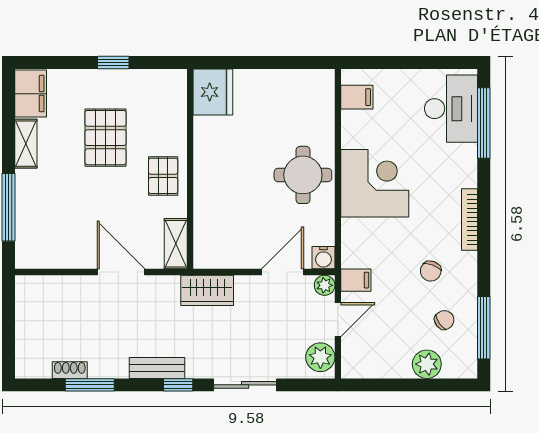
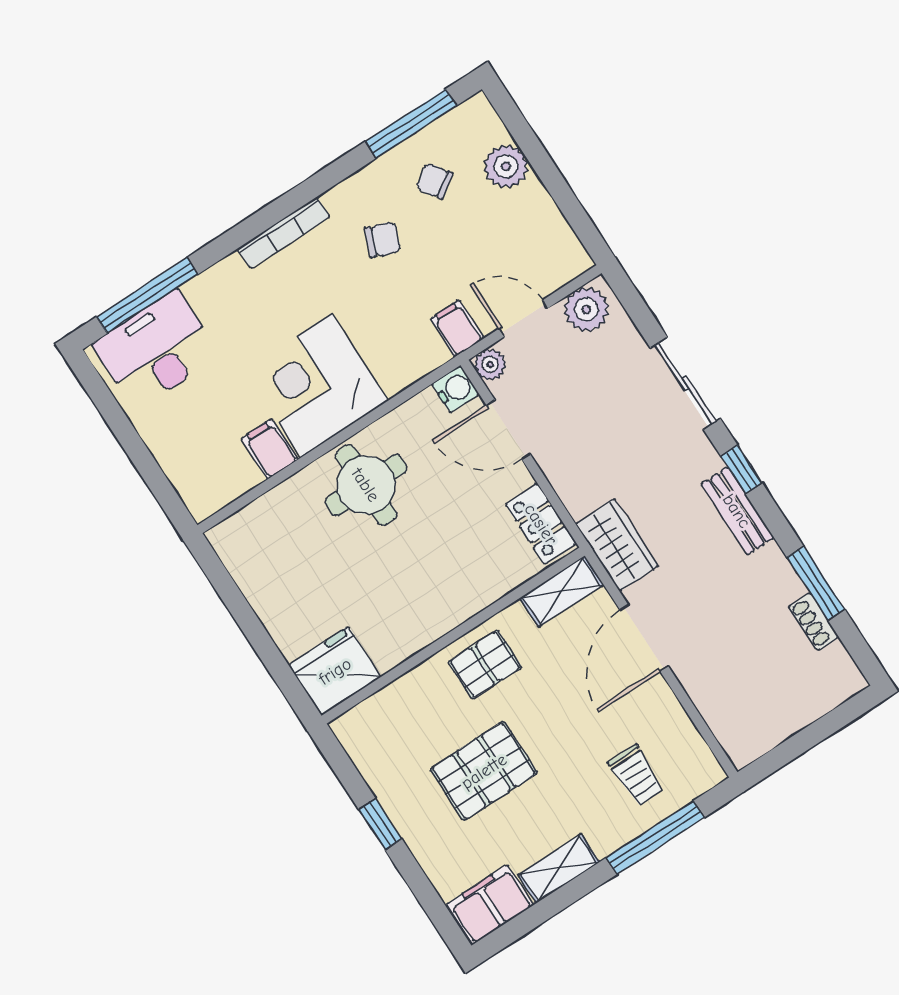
filing cabinet: (357, 97) -> (270, 449), moved
trolley: (49, 219) -> (636, 775), added
locker: (220, 256) -> (541, 524), added
wardrobe: (207, 290) -> (617, 545), moved

